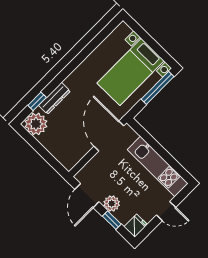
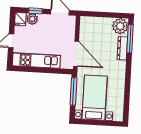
window: (158, 88) -> (73, 92), moved
window: (37, 101) -> (130, 39), width x2.17
plant: (112, 204) -> (32, 19), moved

